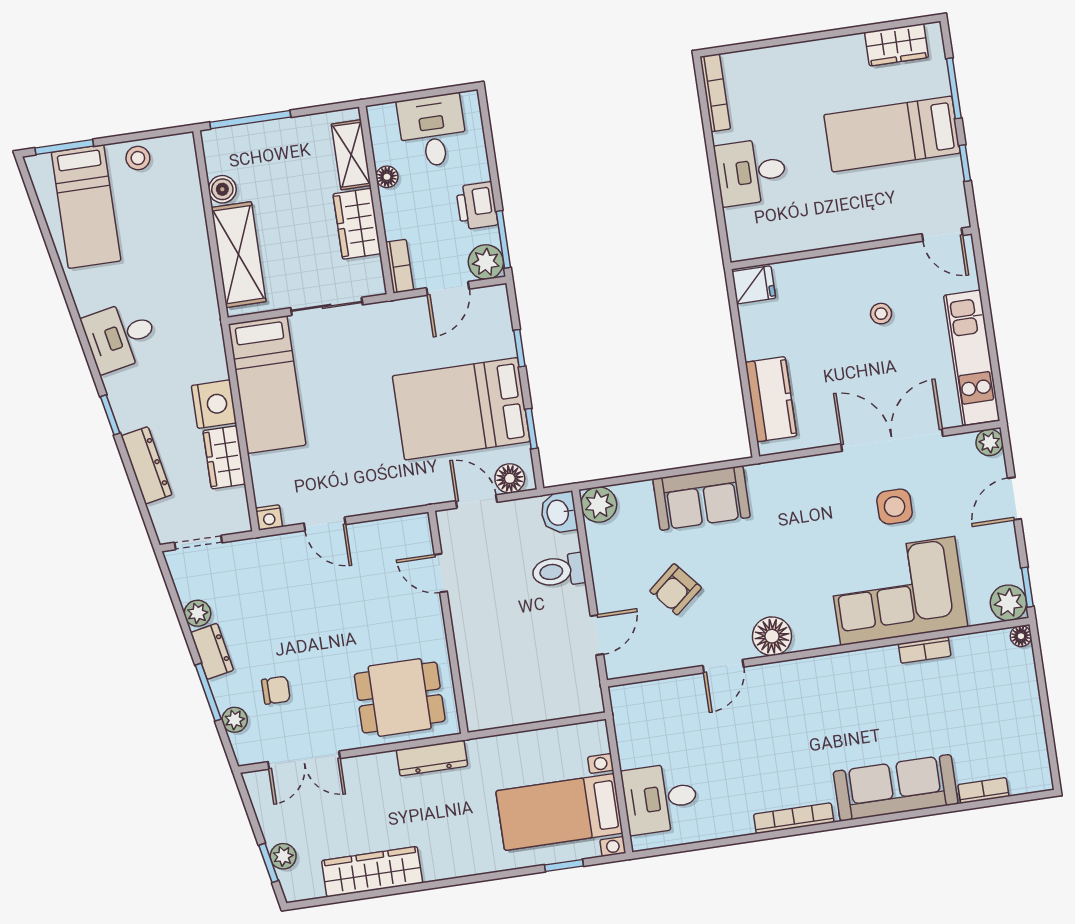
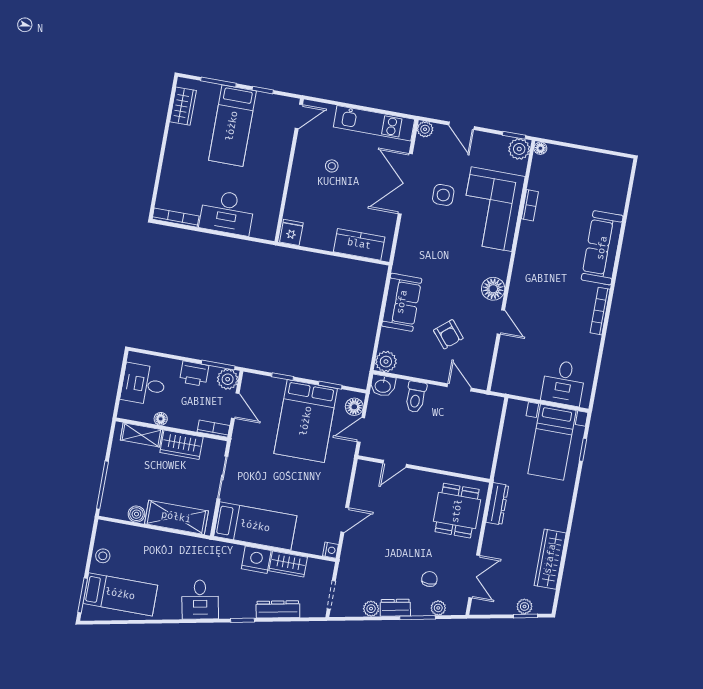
desk: (751, 172) -> (227, 212), width x1.37
bookcase: (983, 791) -> (620, 199), removed

